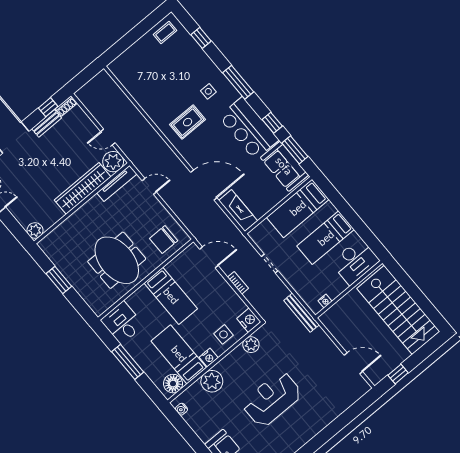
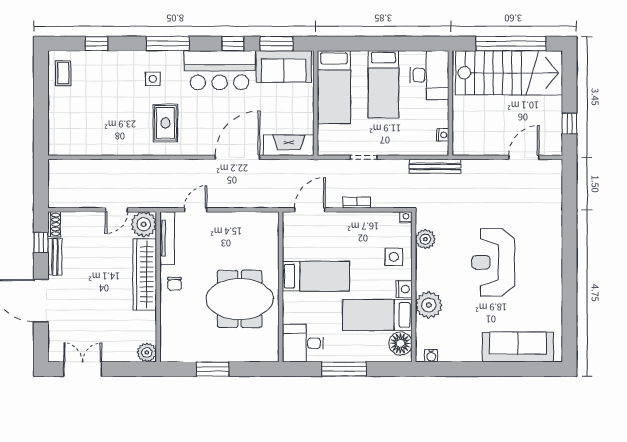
chair: (164, 240) -> (175, 284), moved, width x0.54, depth x0.54
window: (417, 296) -> (511, 44), added
nightstand: (249, 320) -> (406, 217), width x0.53, depth x0.56

